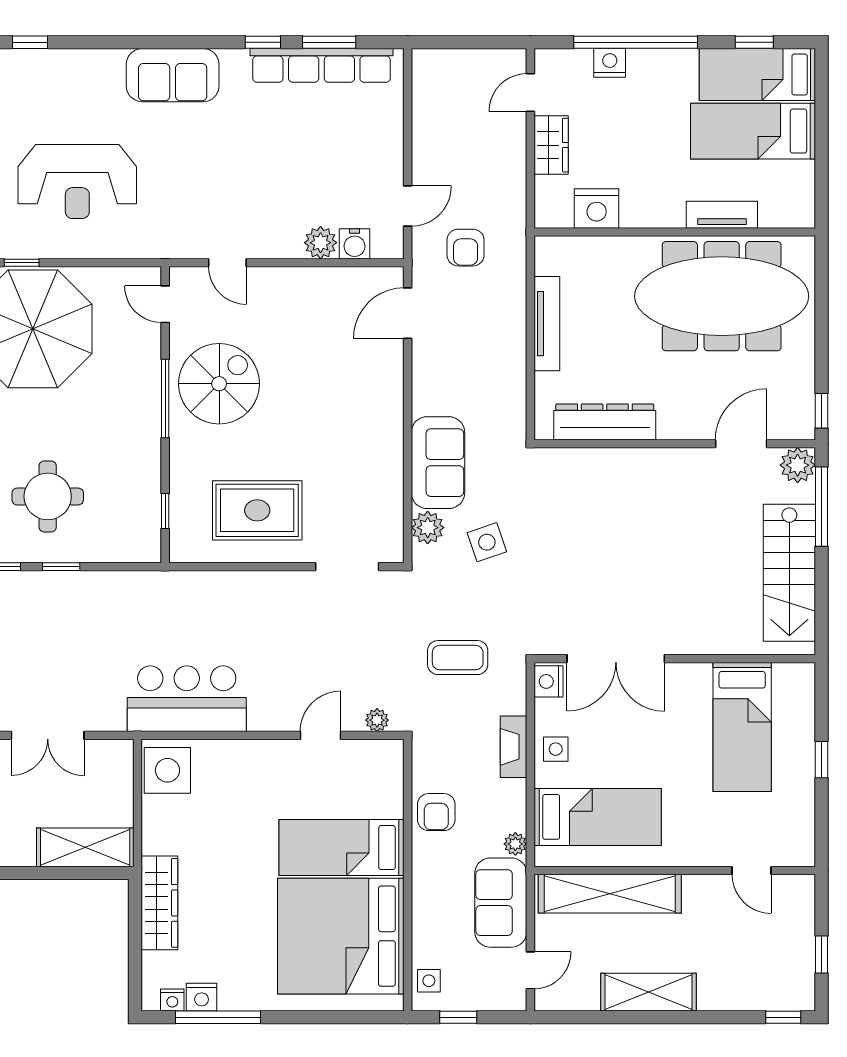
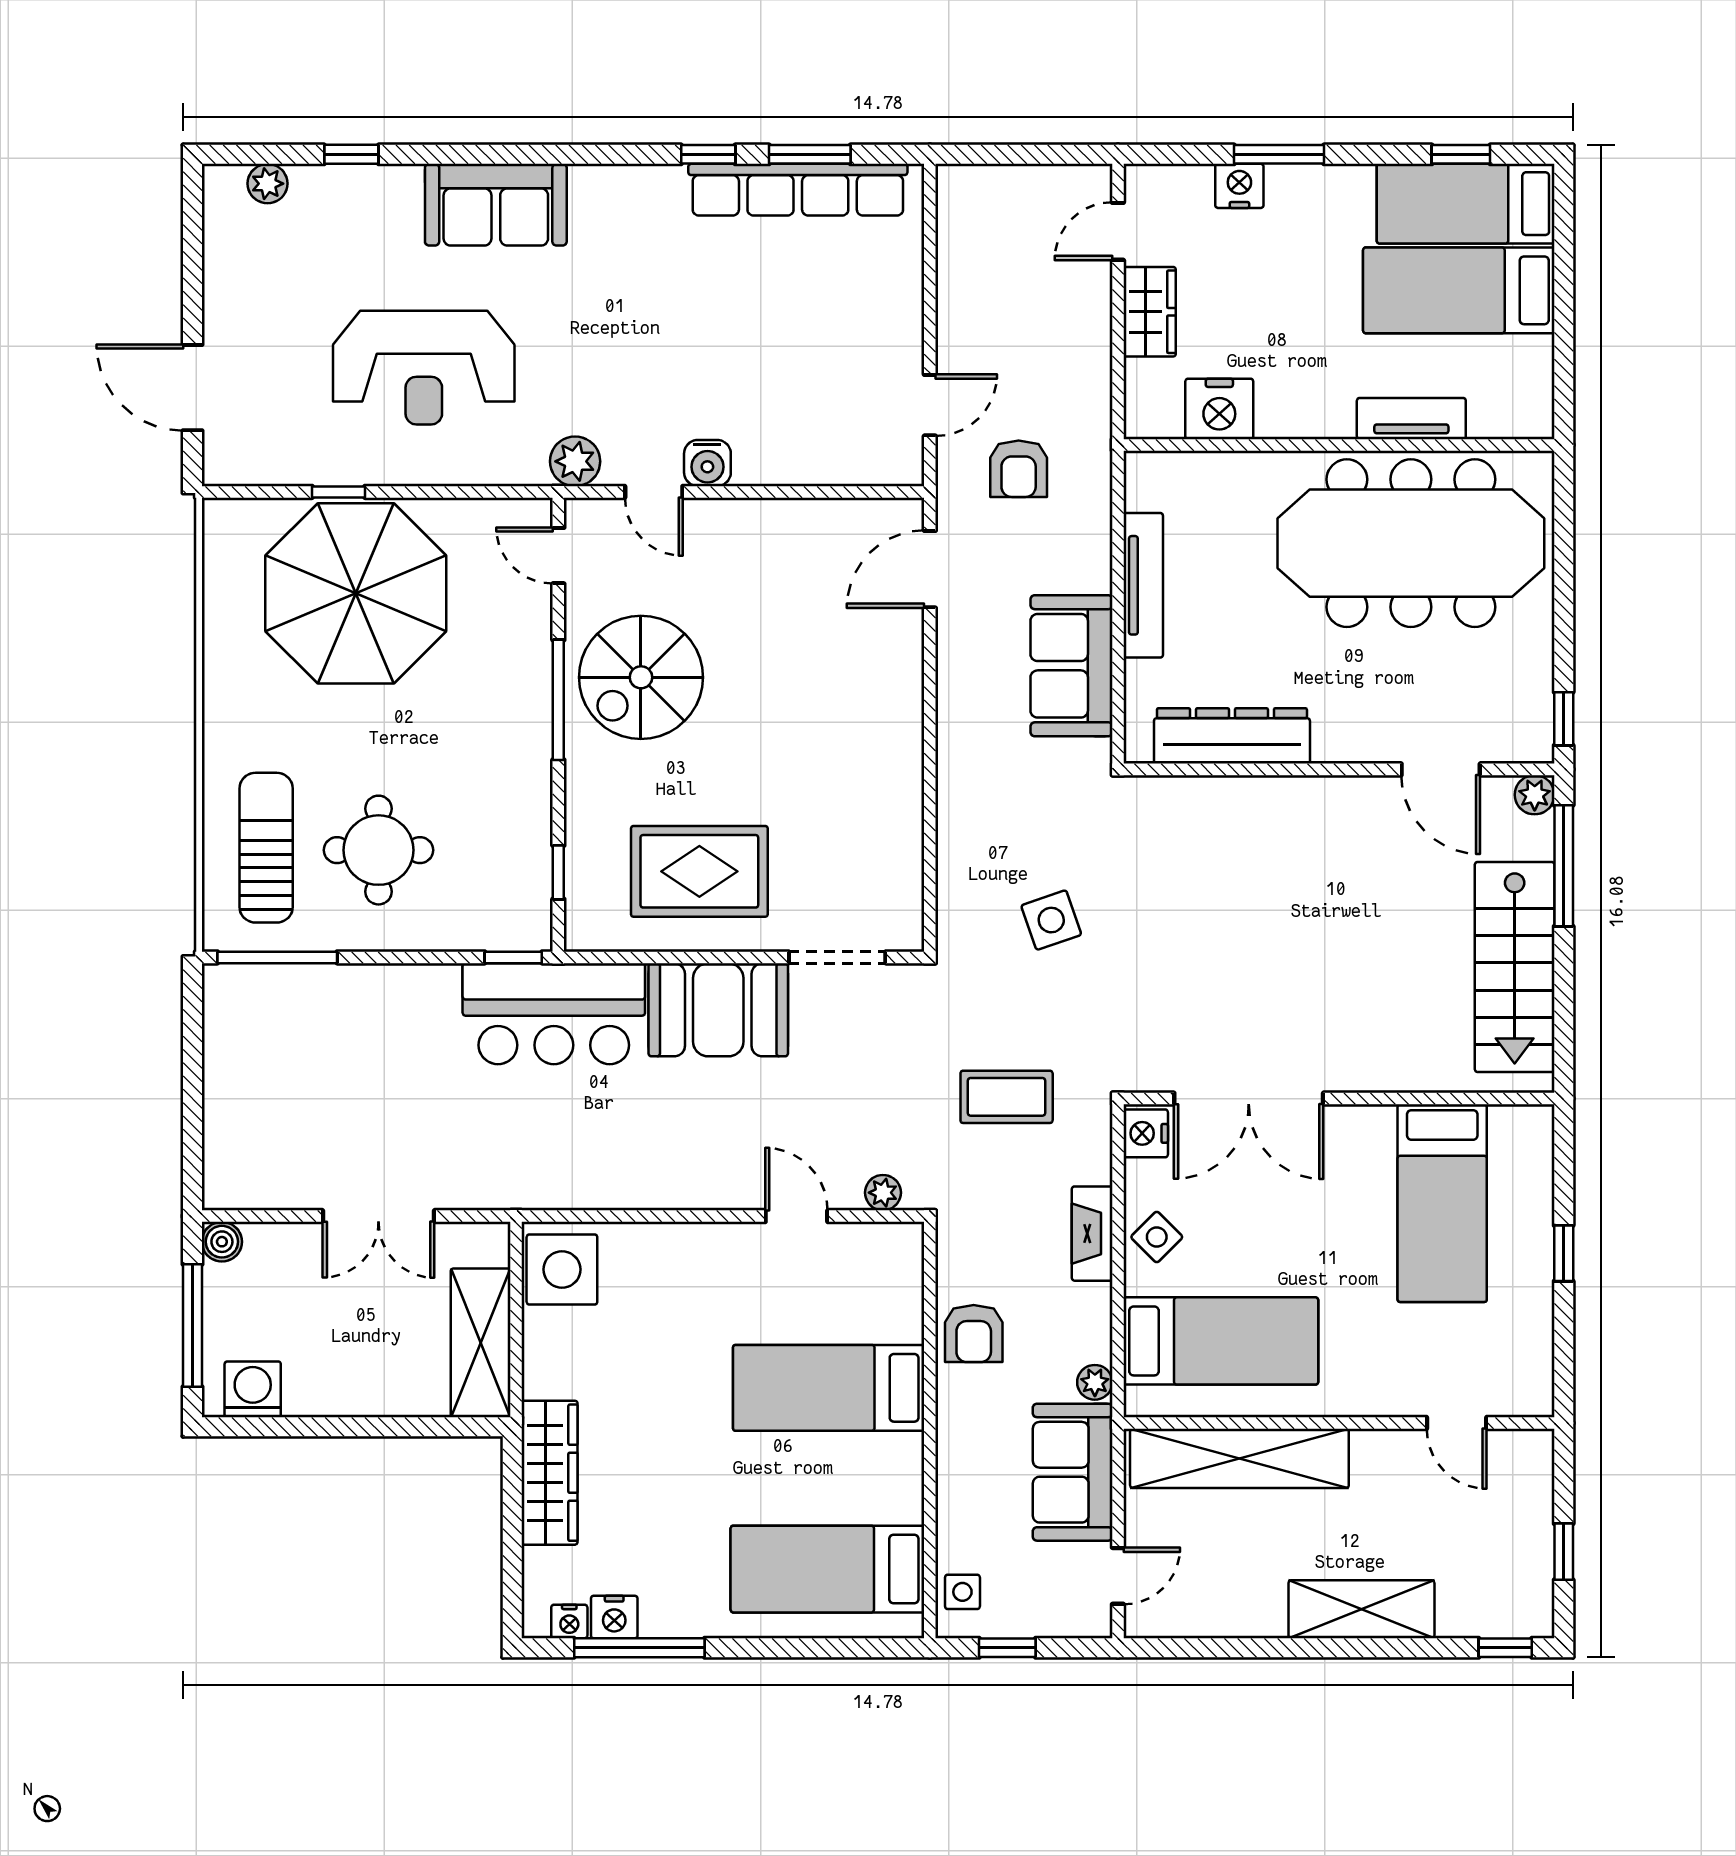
window: (636, 42) -> (1279, 154), width x0.47
sofa: (173, 75) -> (496, 205), moved
plant: (321, 243) -> (575, 461), moved
water cooler: (354, 244) -> (707, 463), moved
spiral stairs: (219, 384) -> (641, 677), turned 180
door: (741, 444) -> (1441, 769), swing flipped
sofa: (438, 463) -> (1071, 666), moved, turned 180
plant: (798, 465) -> (1535, 795), width x0.73, depth x0.73
plant: (428, 528) -> (961, 898), removed
window: (61, 567) -> (513, 957), moved
booth: (269, 601) -> (718, 1010), added
bar counter: (187, 699) -> (554, 1014), moved, turned 180
door: (321, 735) -> (796, 1216), hinge flipped
side table: (556, 749) -> (1157, 1237), turned 45
shelving: (85, 847) -> (481, 1343), moved, turned 90
bed: (341, 936) -> (827, 1569), width x0.49
shelving: (648, 992) -> (1361, 1609), moved

